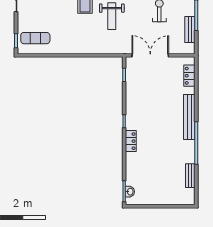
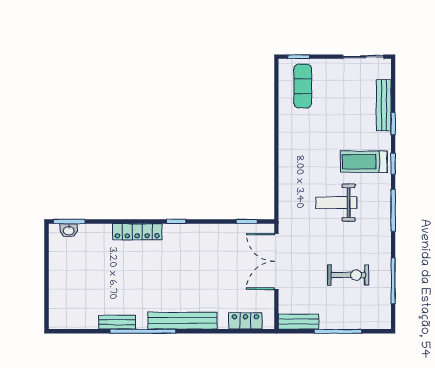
bench: (190, 29) -> (298, 322), moved
double door: (150, 55) -> (276, 261), swing flipped
locker: (131, 141) -> (137, 232), width x1.53
bench: (190, 176) -> (117, 322), moved

